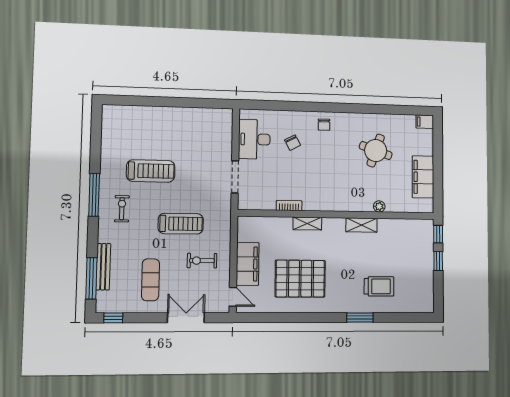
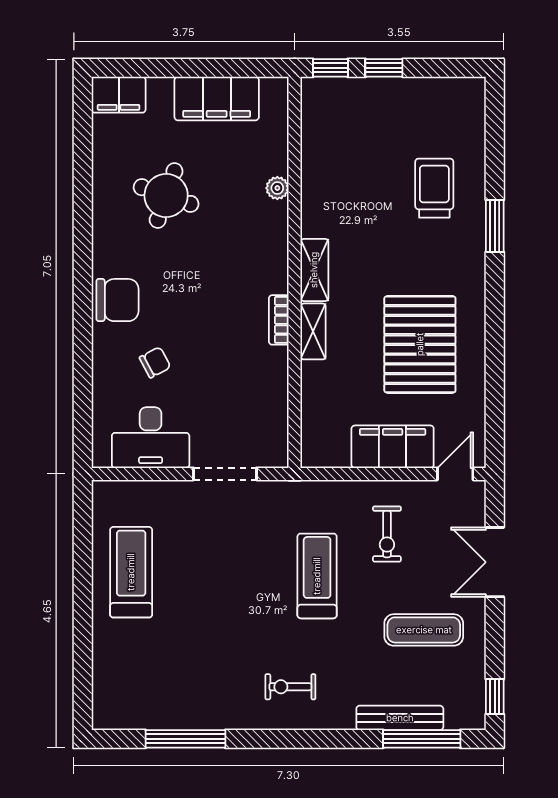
filing cabinet: (425, 122) -> (119, 95), width x2.00
chair: (324, 125) -> (117, 300), width x1.87, depth x1.87
treadmill: (151, 171) -> (131, 572), moved
window: (94, 195) -> (185, 739), moved
bookcase: (289, 206) -> (279, 320), moved
shelving: (362, 225) -> (314, 270), moved

